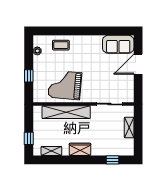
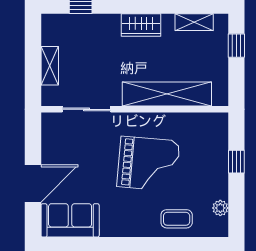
grand piano: (65, 85) -> (148, 164), moved

